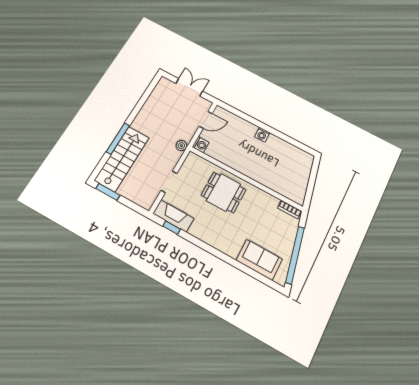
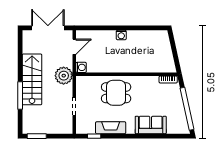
double door: (189, 87) -> (48, 28), width x1.37
plant: (181, 146) -> (64, 76), width x1.87, depth x1.87
stairs: (122, 159) -> (32, 79), moved
fireplace: (173, 216) -> (111, 128), moved
sofa: (259, 260) -> (151, 125), moved

